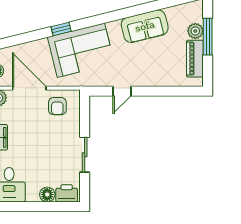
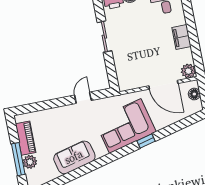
armchair: (57, 106) -> (136, 74), removed

